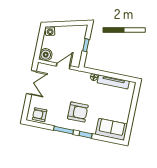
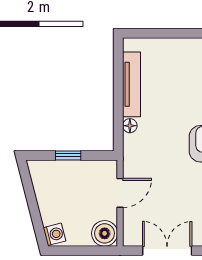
door: (63, 66) -> (120, 193), swing flipped

